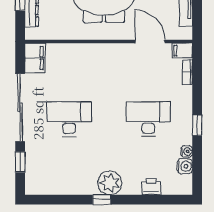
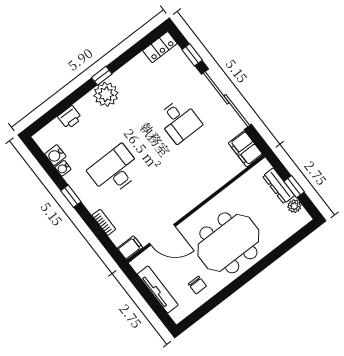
bookcase: (187, 72) -> (104, 222), moved
desk: (69, 119) -> (179, 121), width x0.73
desk: (148, 119) -> (115, 171), turned 180
locker: (40, 187) -> (160, 47), added

